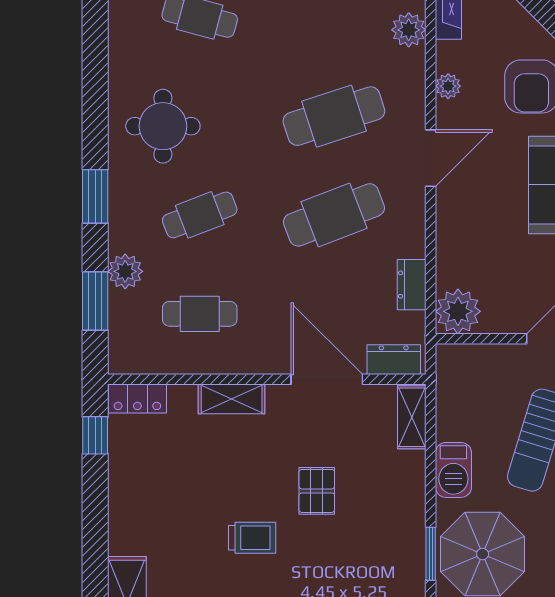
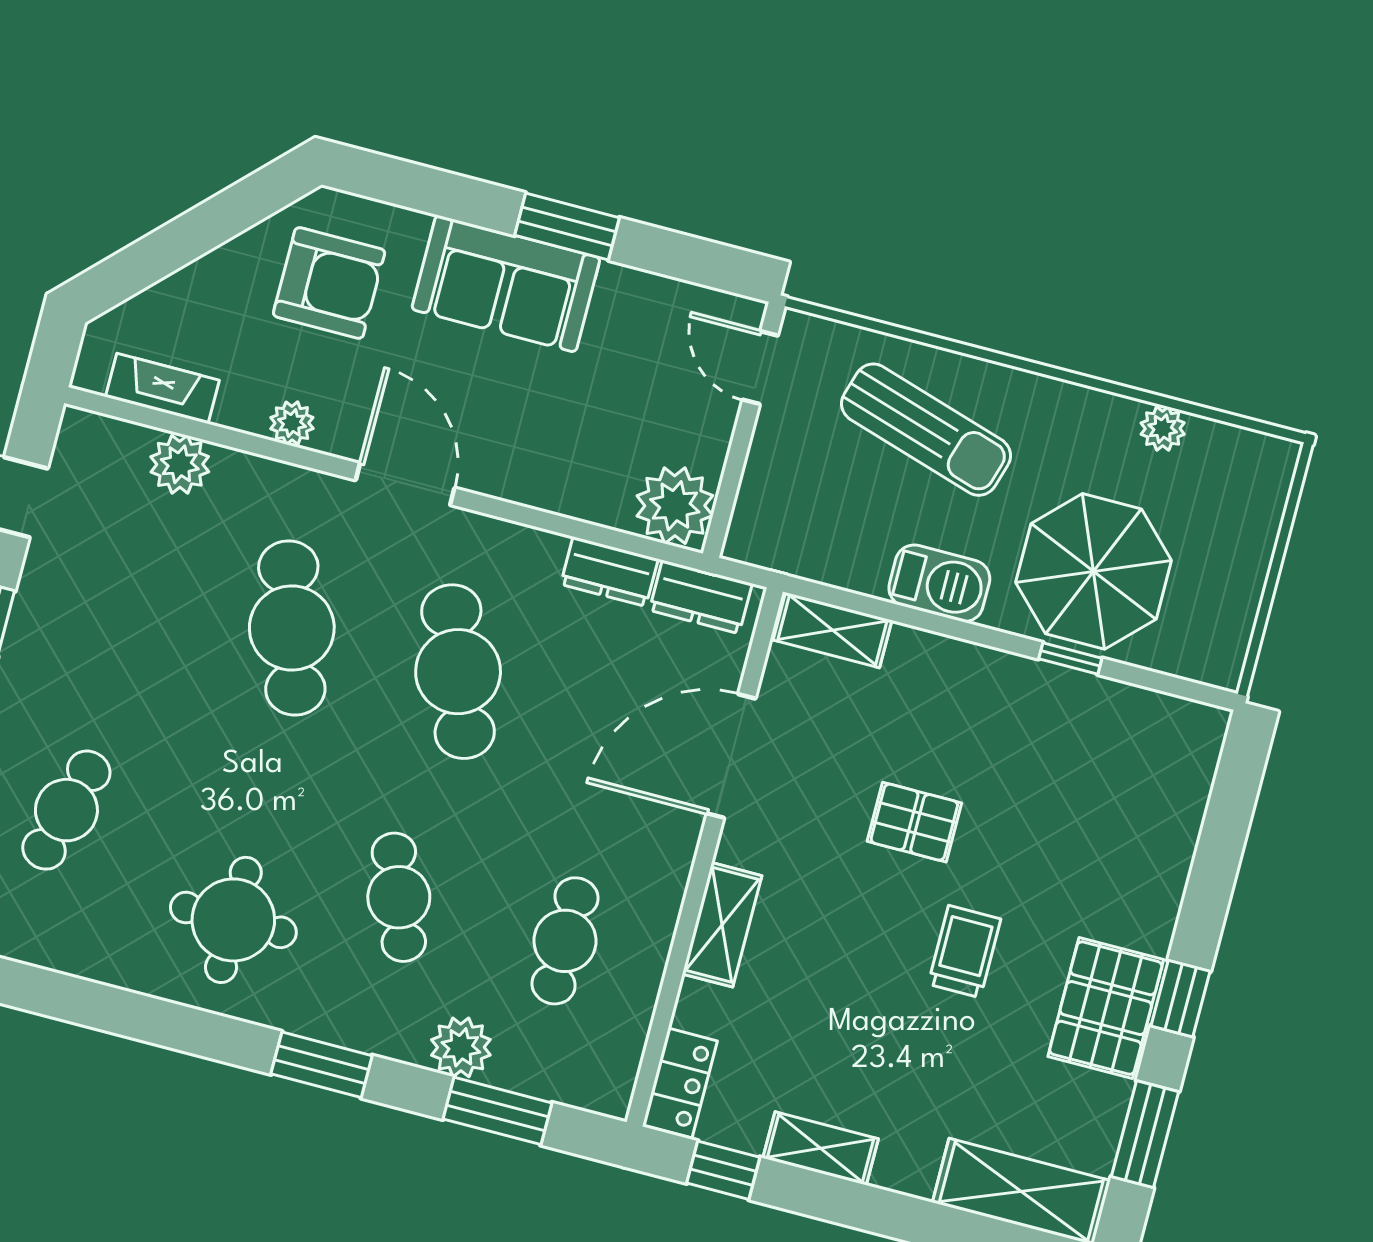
dresser: (394, 360) -> (701, 597), moved, turned -90
shelving: (121, 486) -> (821, 1148), added
window: (431, 554) -> (1070, 658), width x0.67

